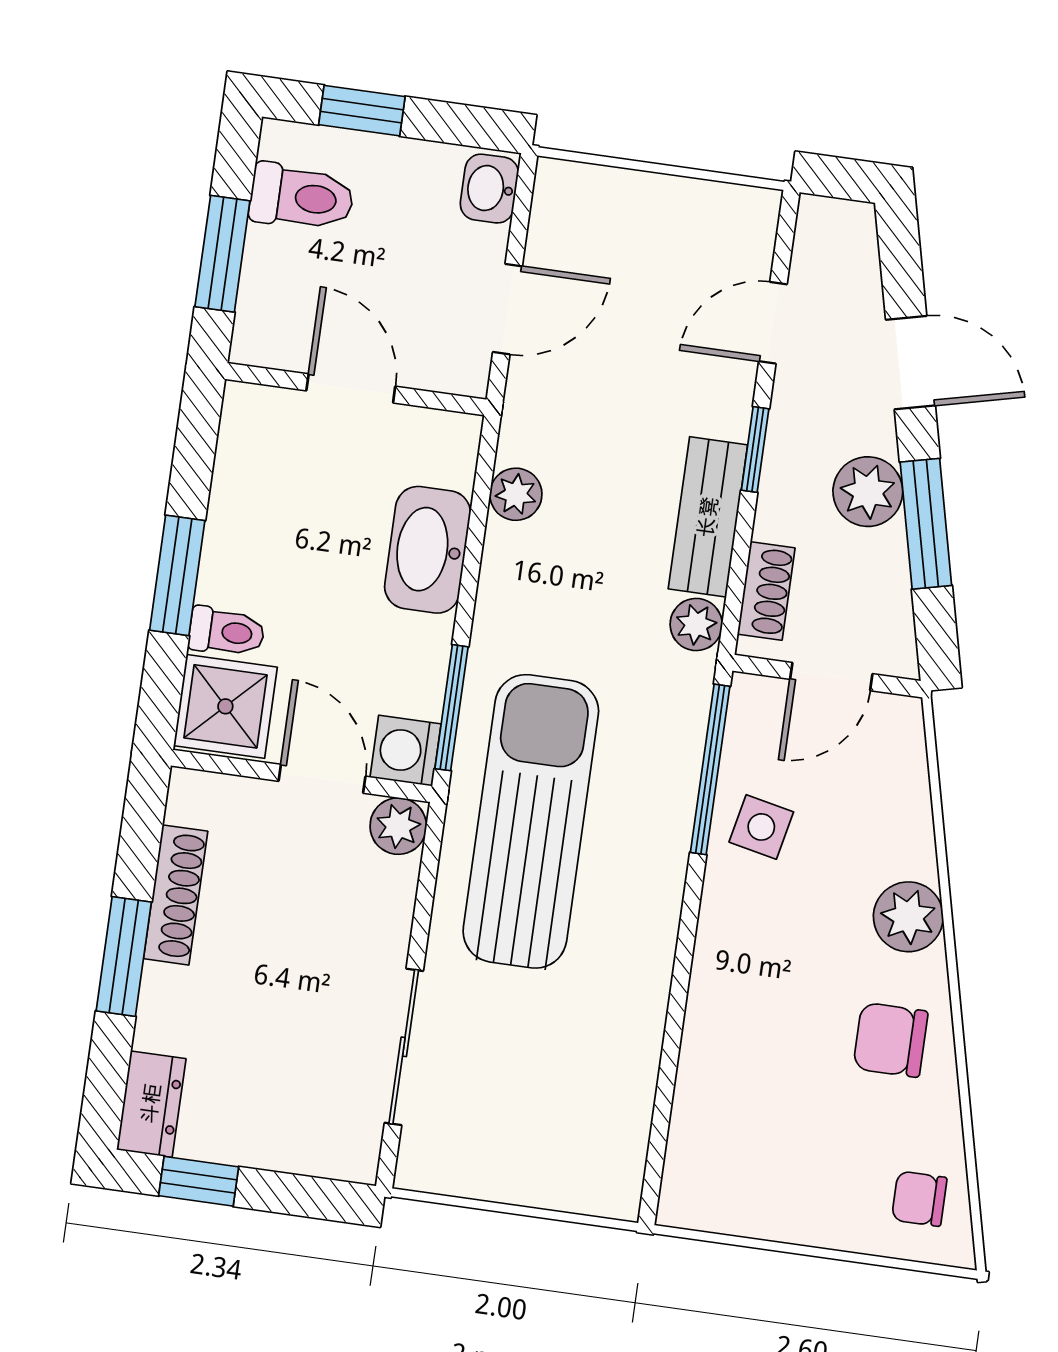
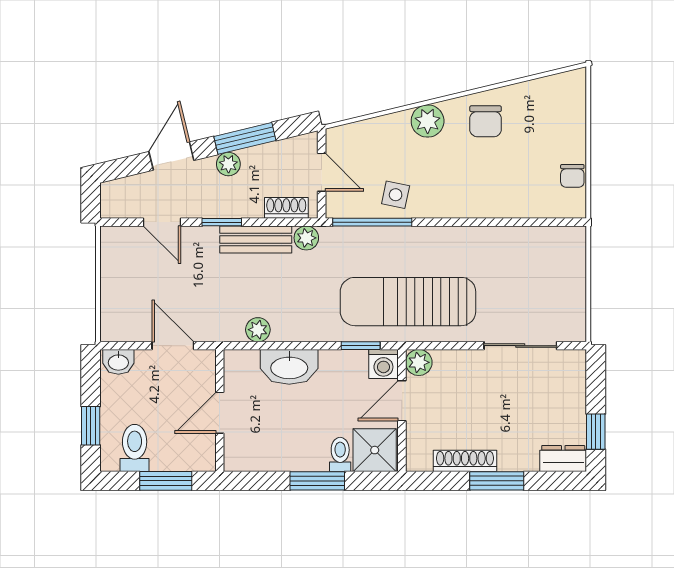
plant: (868, 492) -> (228, 164), width x0.73, depth x0.73
window: (451, 708) -> (361, 346), width x0.67
chair: (919, 1199) -> (572, 176), moved

